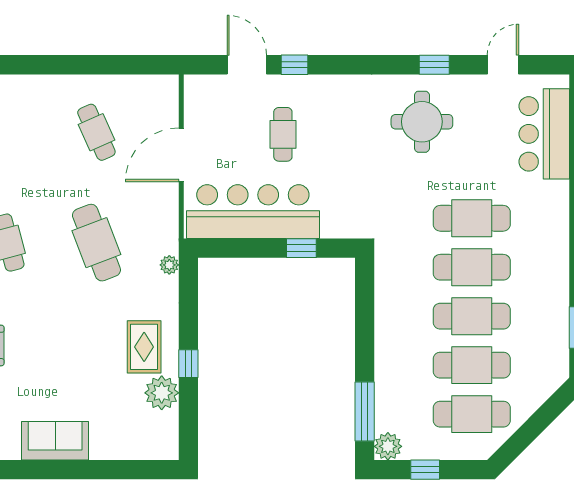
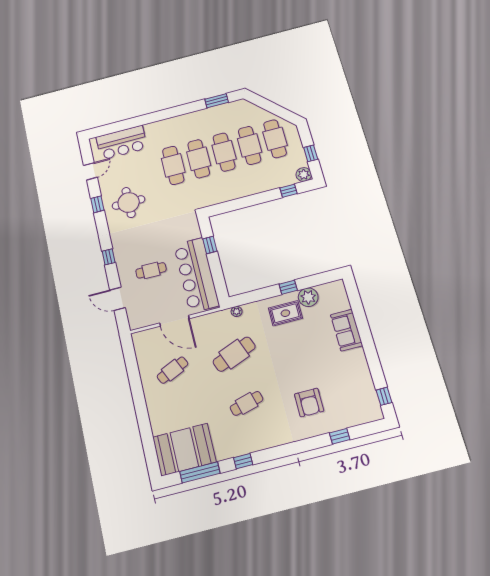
door: (247, 65) -> (118, 299), hinge flipped
window: (295, 65) -> (109, 257), moved
door: (503, 65) -> (90, 171), swing flipped
window: (365, 411) -> (289, 191), width x0.46
sofa: (55, 441) -> (347, 330), moved

